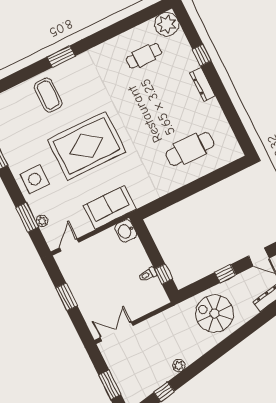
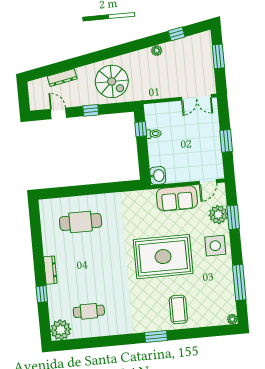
sofa: (110, 207) -> (177, 198), moved
plant: (42, 221) -> (218, 215), width x1.88, depth x1.88

